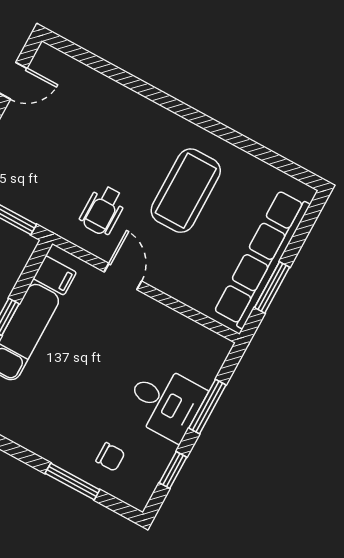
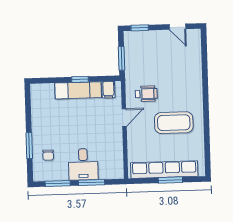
wheelchair: (103, 210) -> (146, 94), turned 180
window: (272, 287) -> (170, 180), moved
window: (173, 470) -> (58, 184), width x1.50

